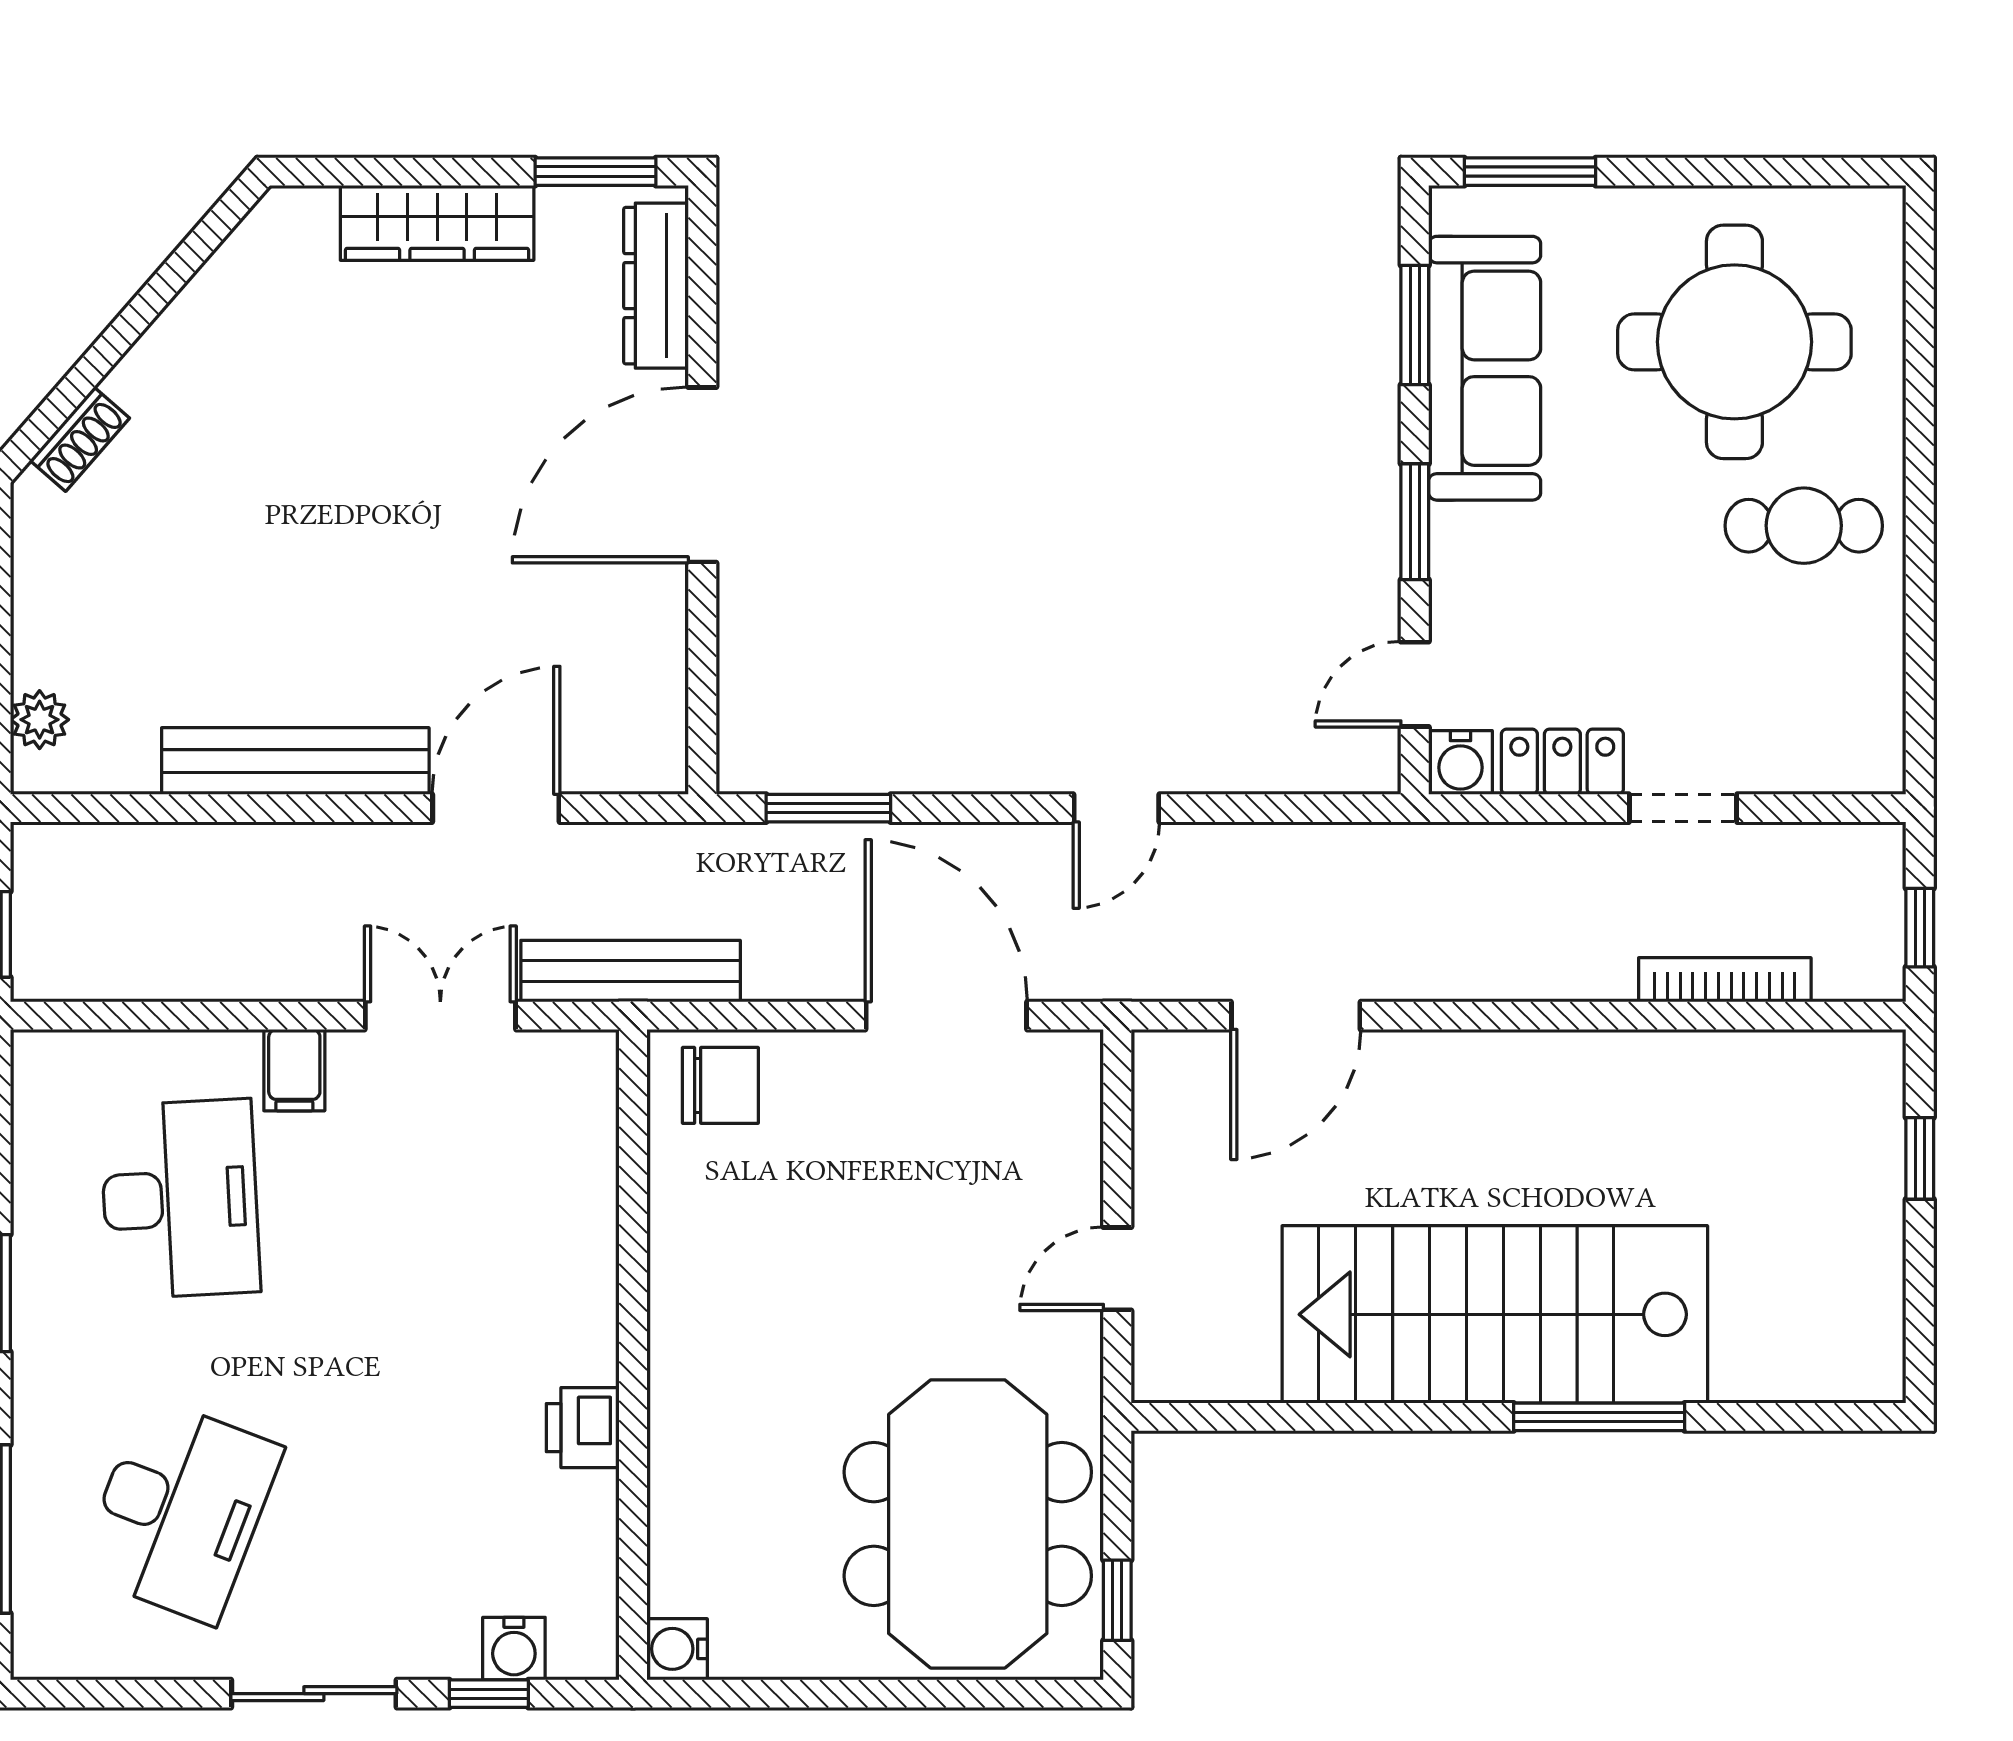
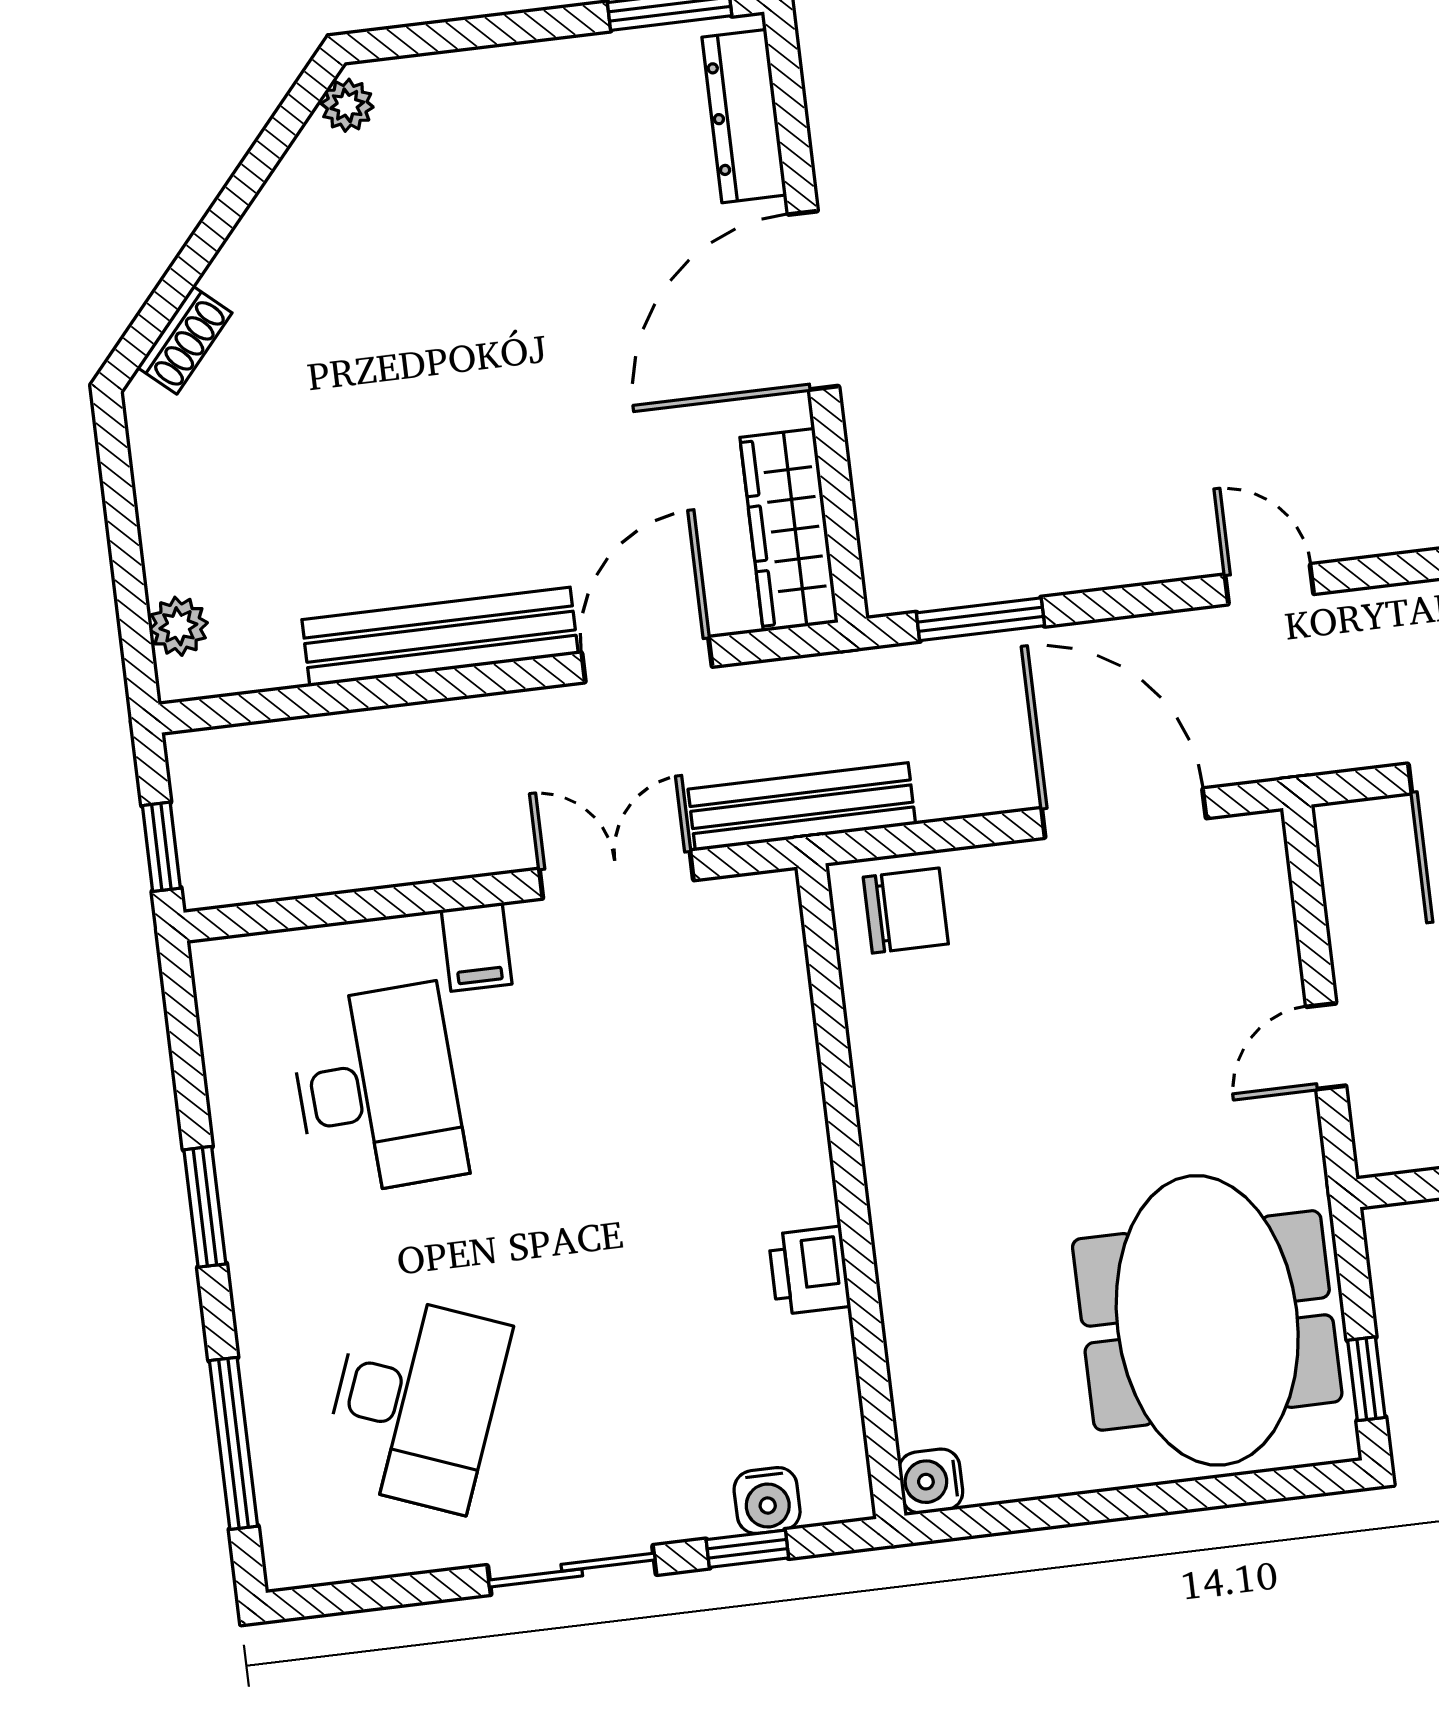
wardrobe: (437, 223) -> (789, 530), moved, turned 90
plant: (267, 228) -> (347, 105), added
door: (1116, 808) -> (1269, 584), swing flipped

